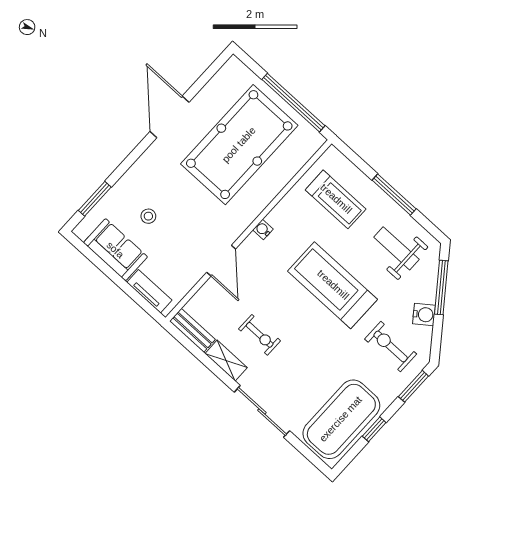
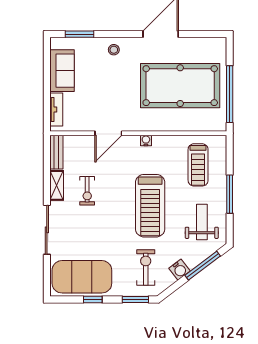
stool: (148, 216) -> (114, 50), moved
treadmill: (333, 285) -> (150, 206), turned 180

